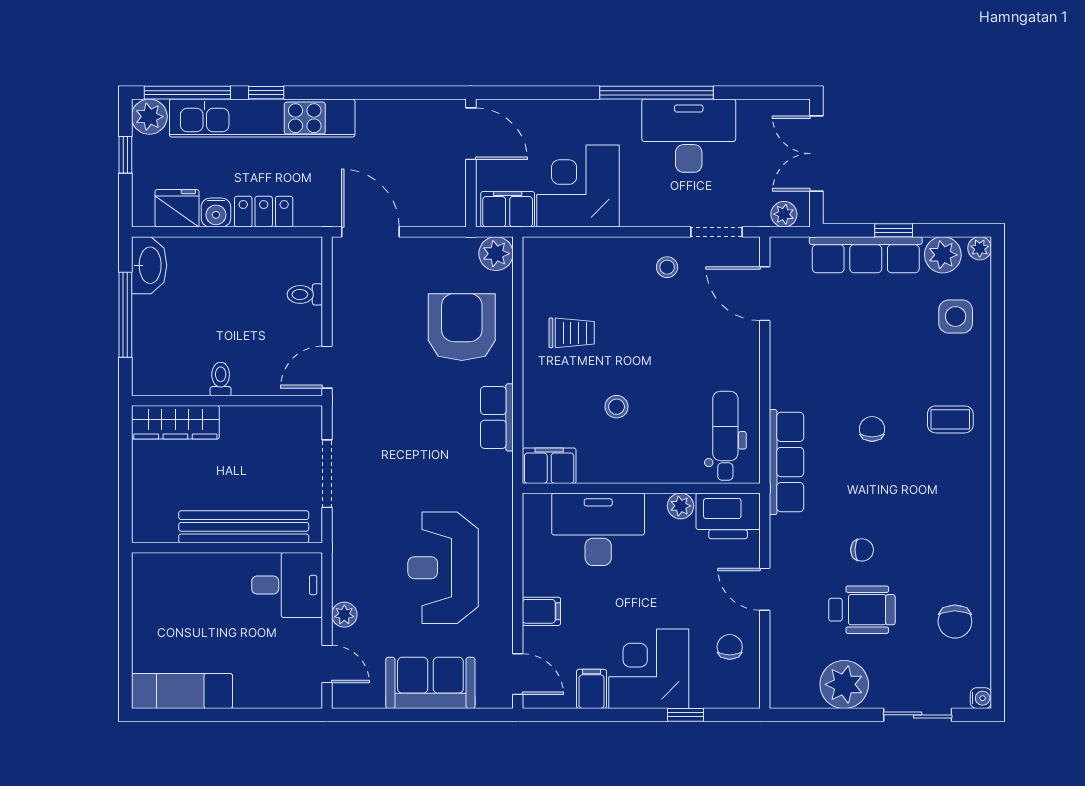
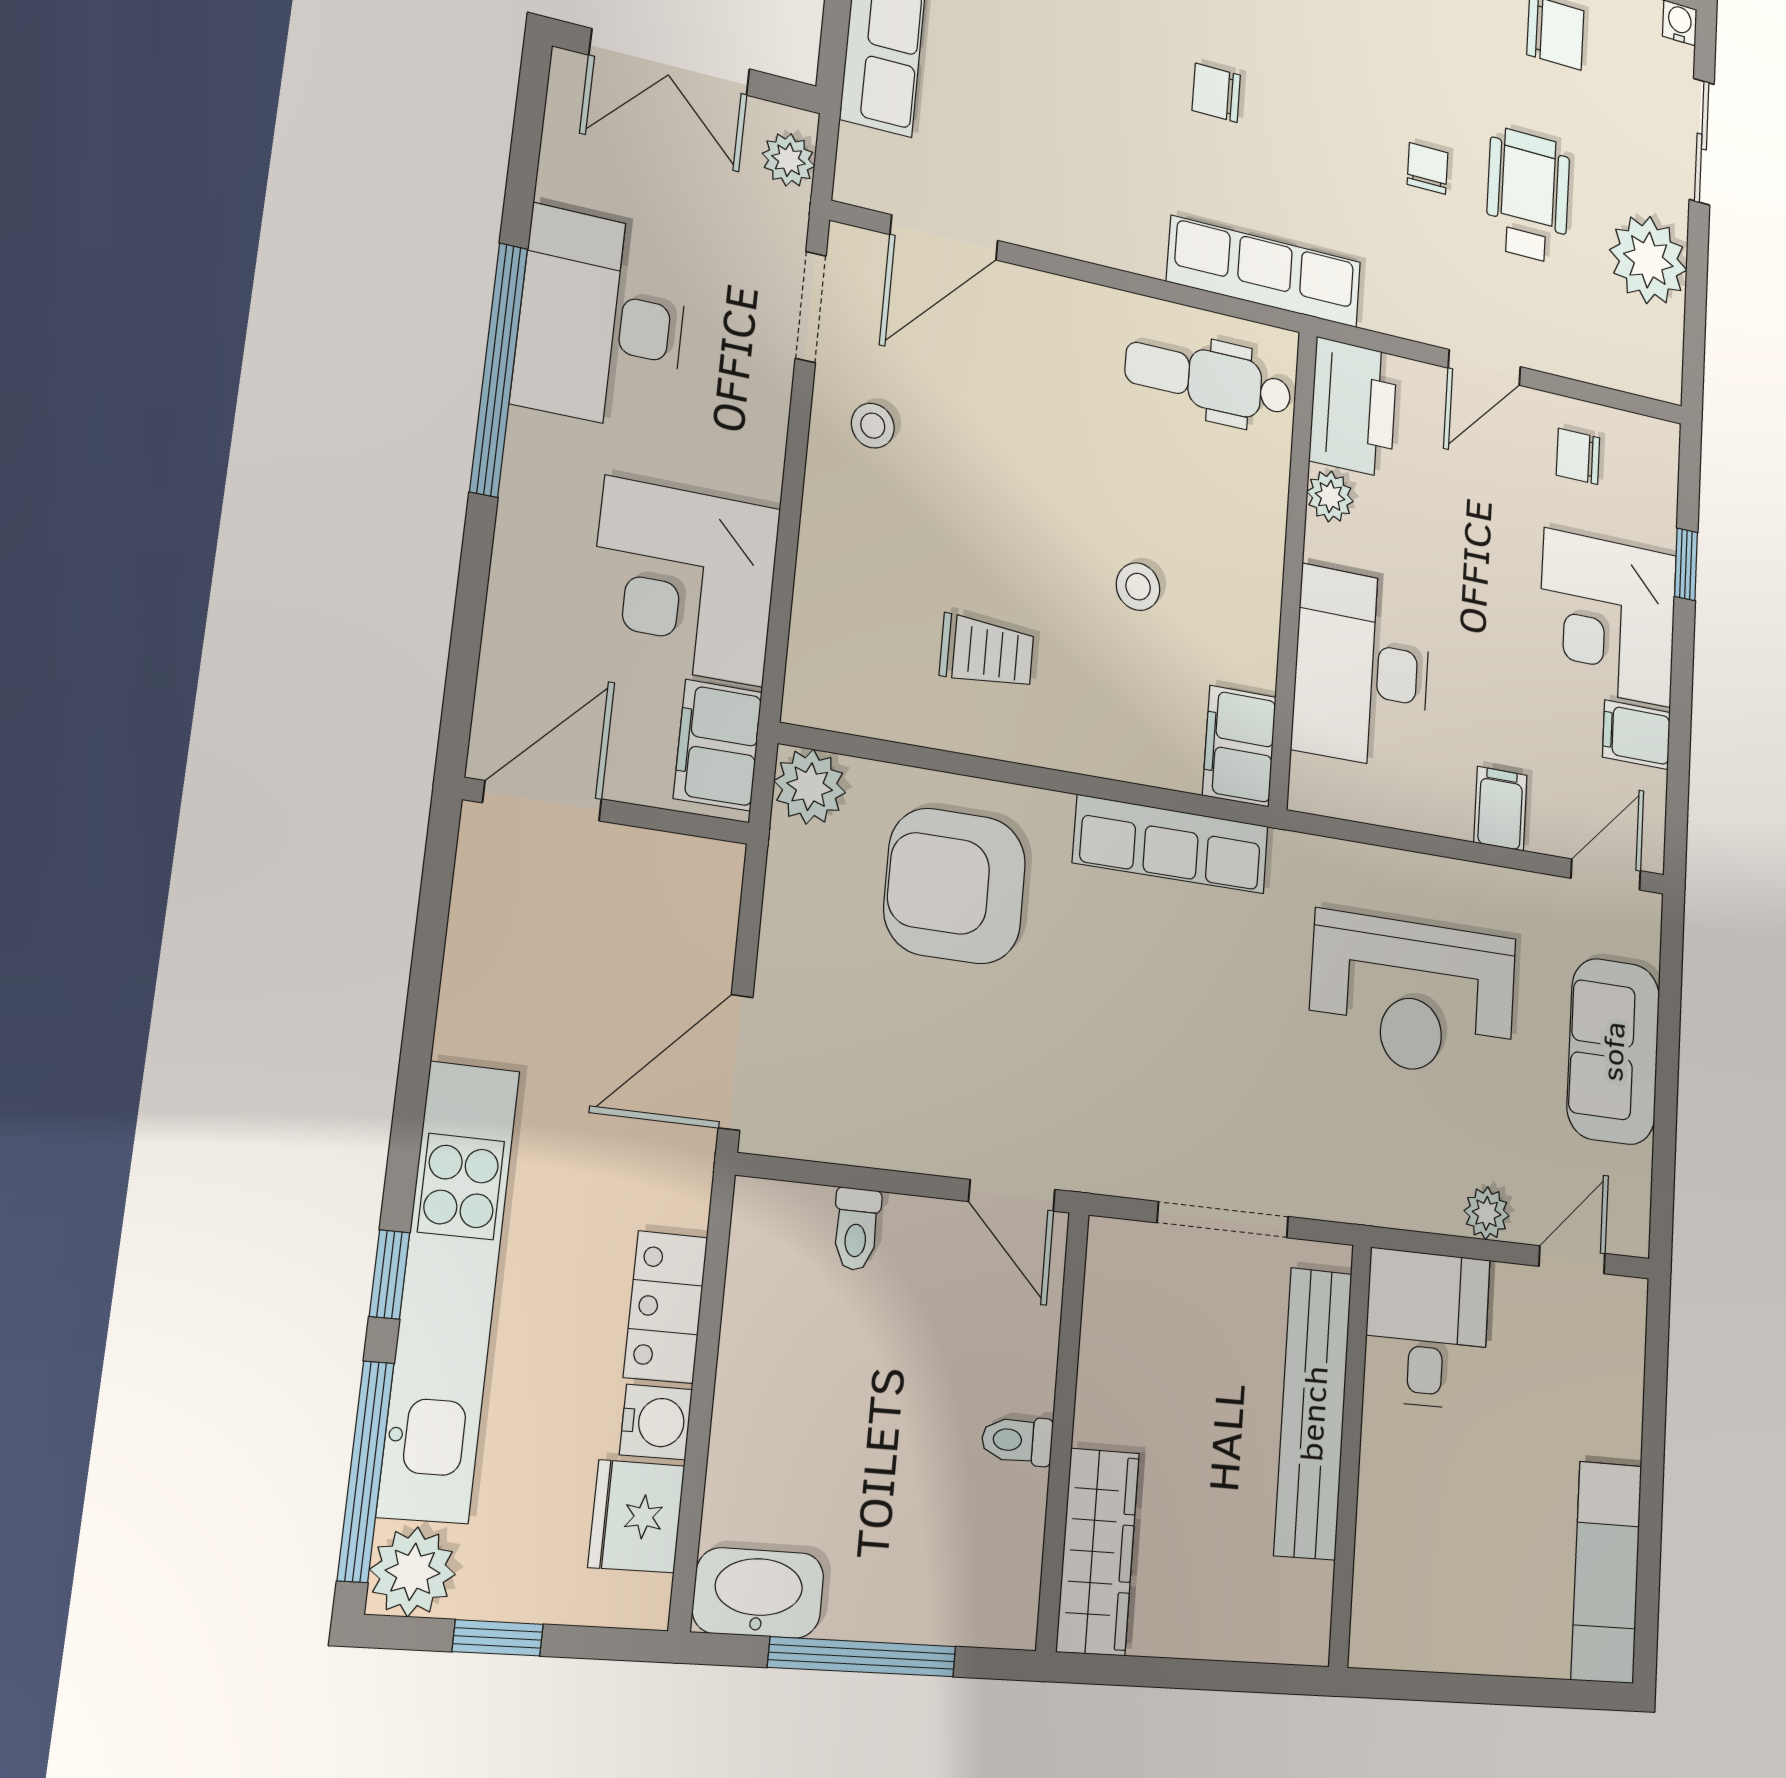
trolley: (572, 333) -> (987, 652), turned 90
row of seats: (497, 417) -> (1171, 844), width x1.48

